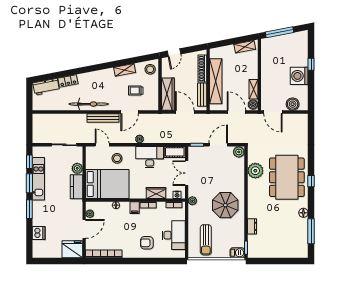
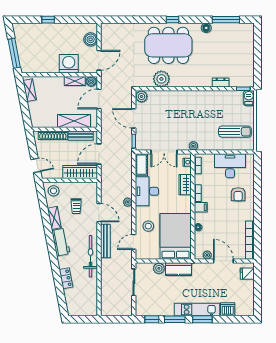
washing machine: (299, 76) -> (69, 64), moved, turned 180
shelving: (216, 81) -> (74, 121), width x0.68
workbench: (46, 87) -> (61, 242), moved
kitchen unit: (38, 179) -> (197, 310), moved
parasol: (225, 205) -> (198, 111), removed
fridge: (72, 249) -> (247, 274), width x0.53, depth x0.75

